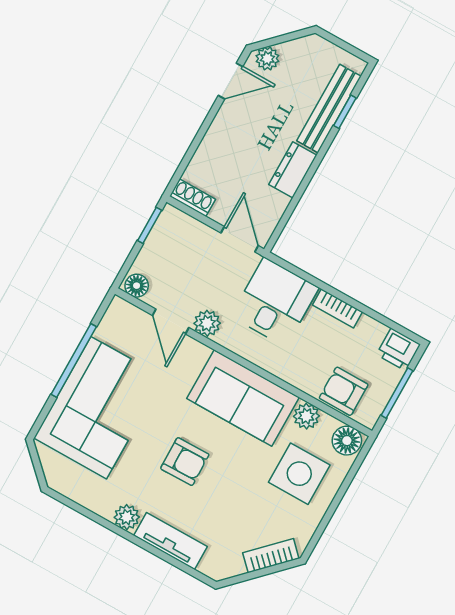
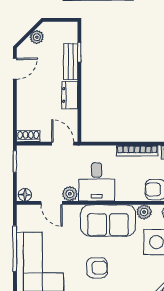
plant: (267, 58) -> (37, 37), moved
bench: (329, 109) -> (71, 62), width x0.73
desk: (275, 302) -> (97, 182), moved, turned 180
bookcase: (337, 308) -> (137, 151), width x1.56

